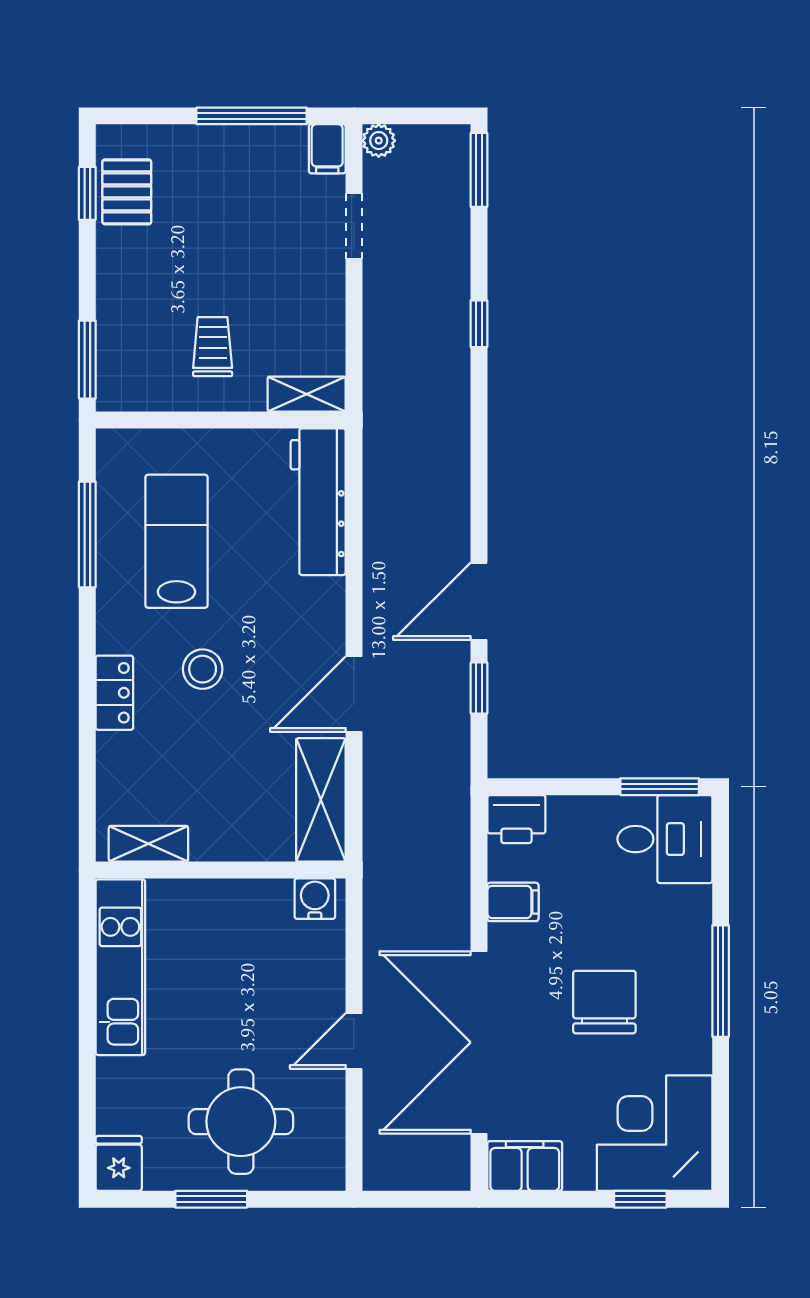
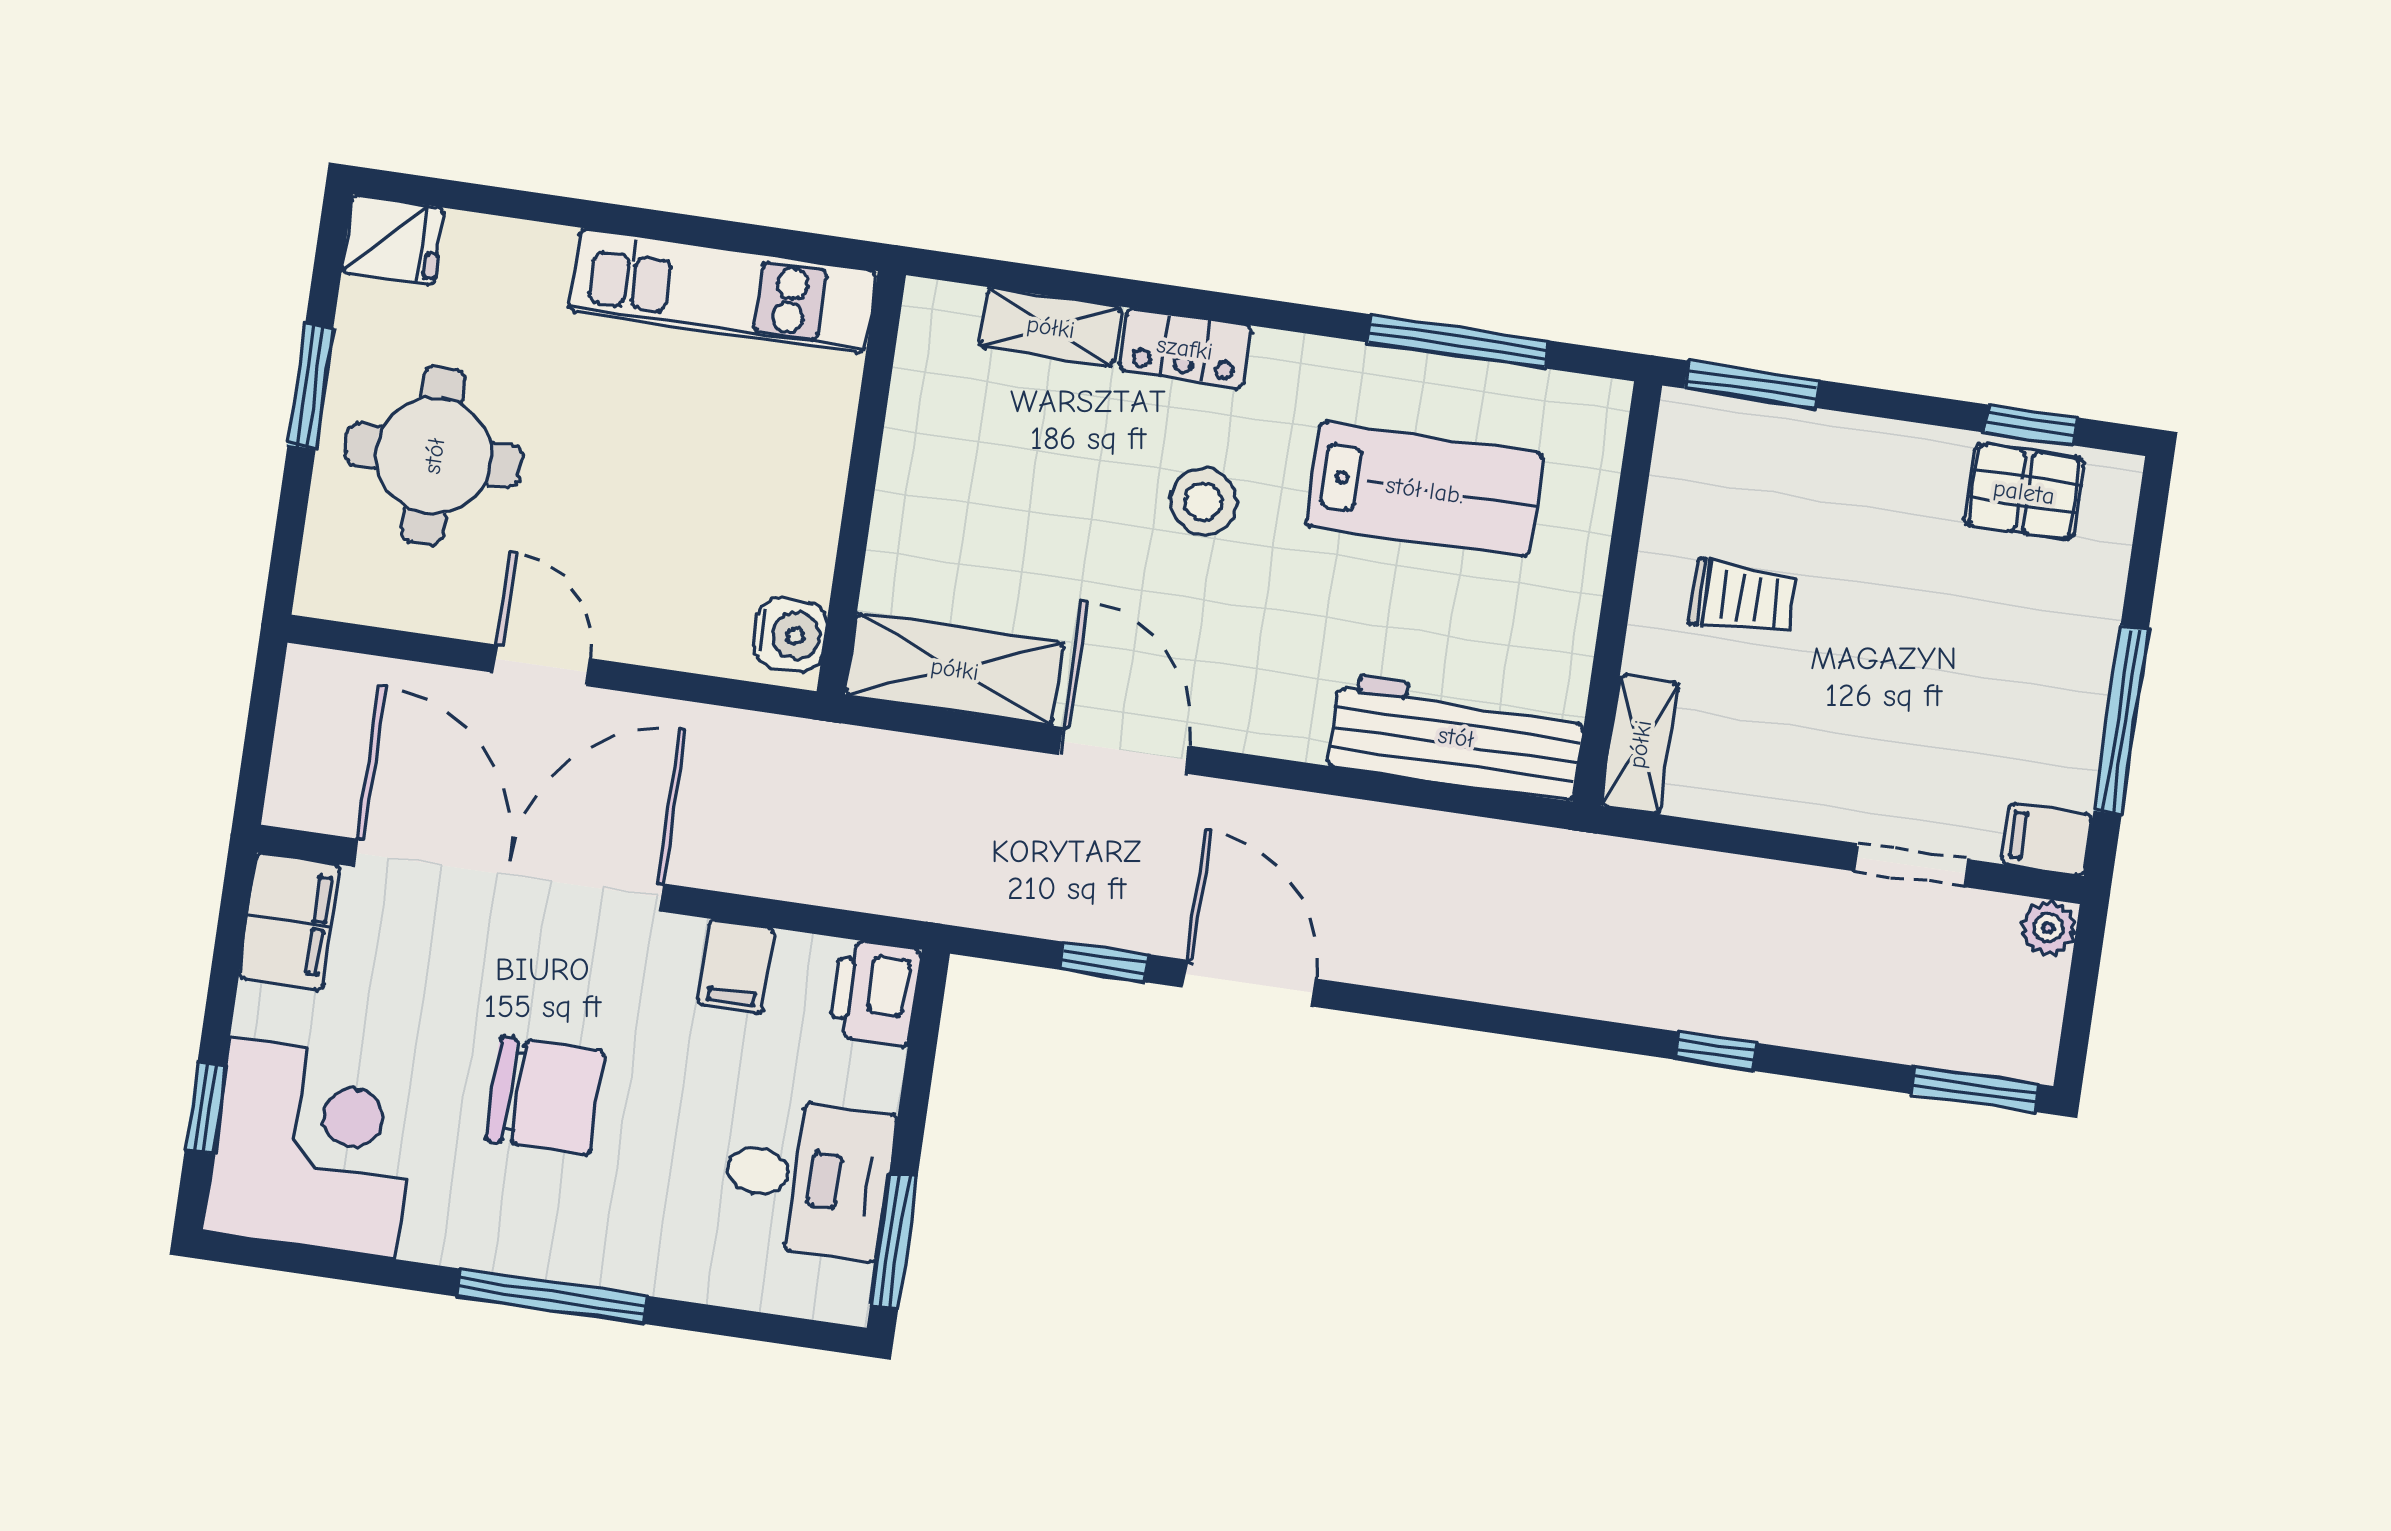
desk: (665, 839) -> (807, 1178), moved, turned -90
shelving: (148, 844) -> (1051, 327), moved, turned 90

